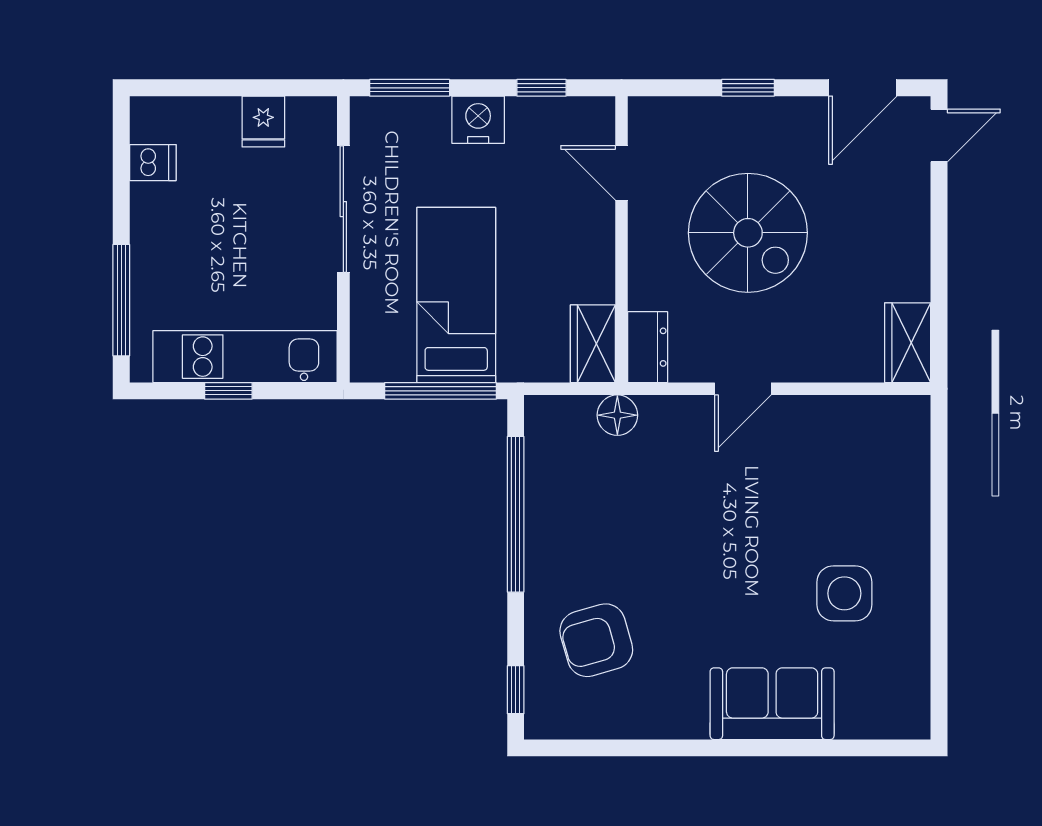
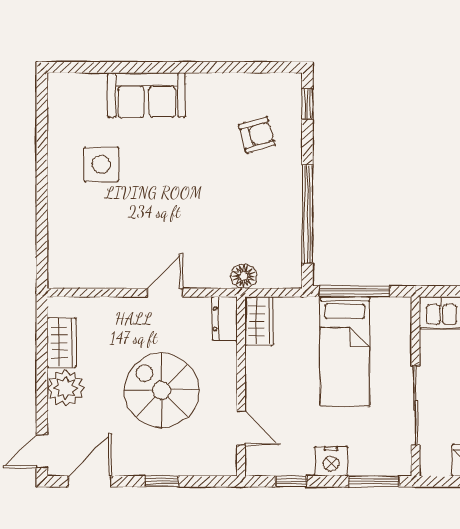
plant: (901, 237) -> (66, 388), added
wardrobe: (908, 343) -> (62, 343), moved
armchair: (596, 640) -> (257, 135), width x0.72, depth x0.72

